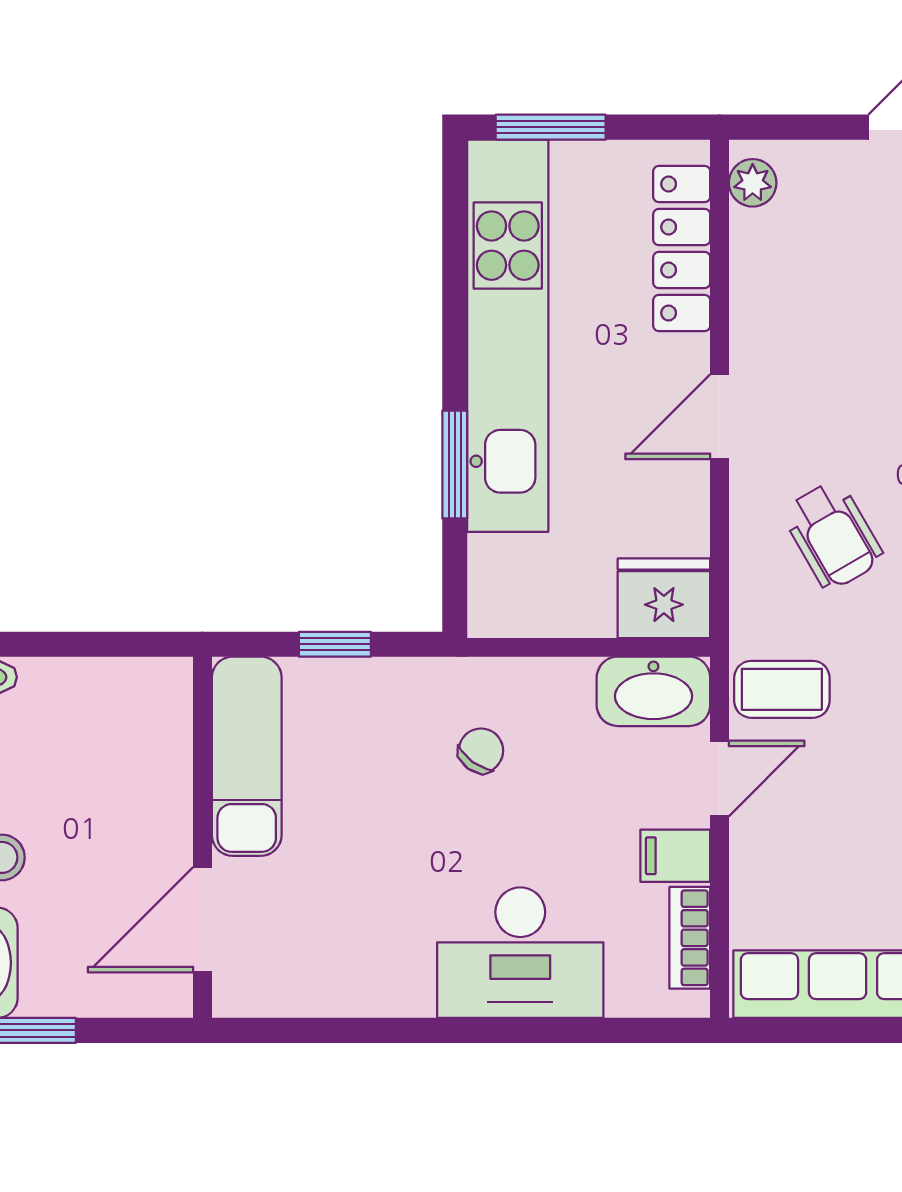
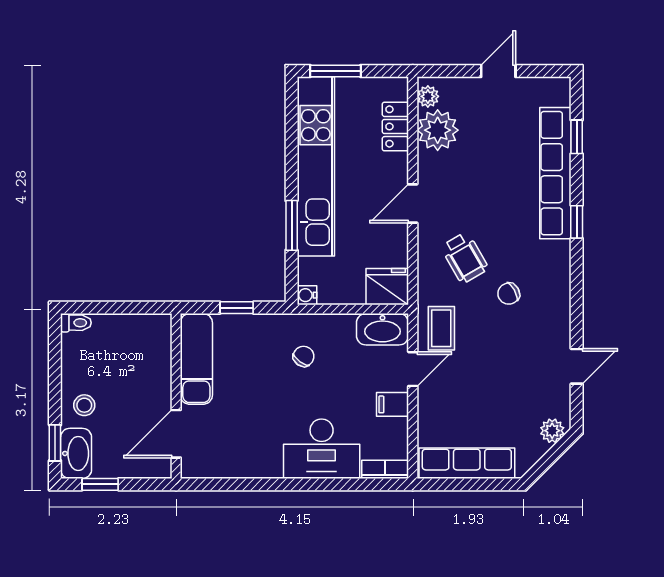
locker: (682, 248) -> (395, 127), width x0.66
plant: (774, 256) -> (438, 130), added
water cooler: (488, 617) -> (307, 295), added
coffee table: (782, 689) -> (441, 328), turned 90
bookcase: (690, 938) -> (385, 469), moved, turned 90

